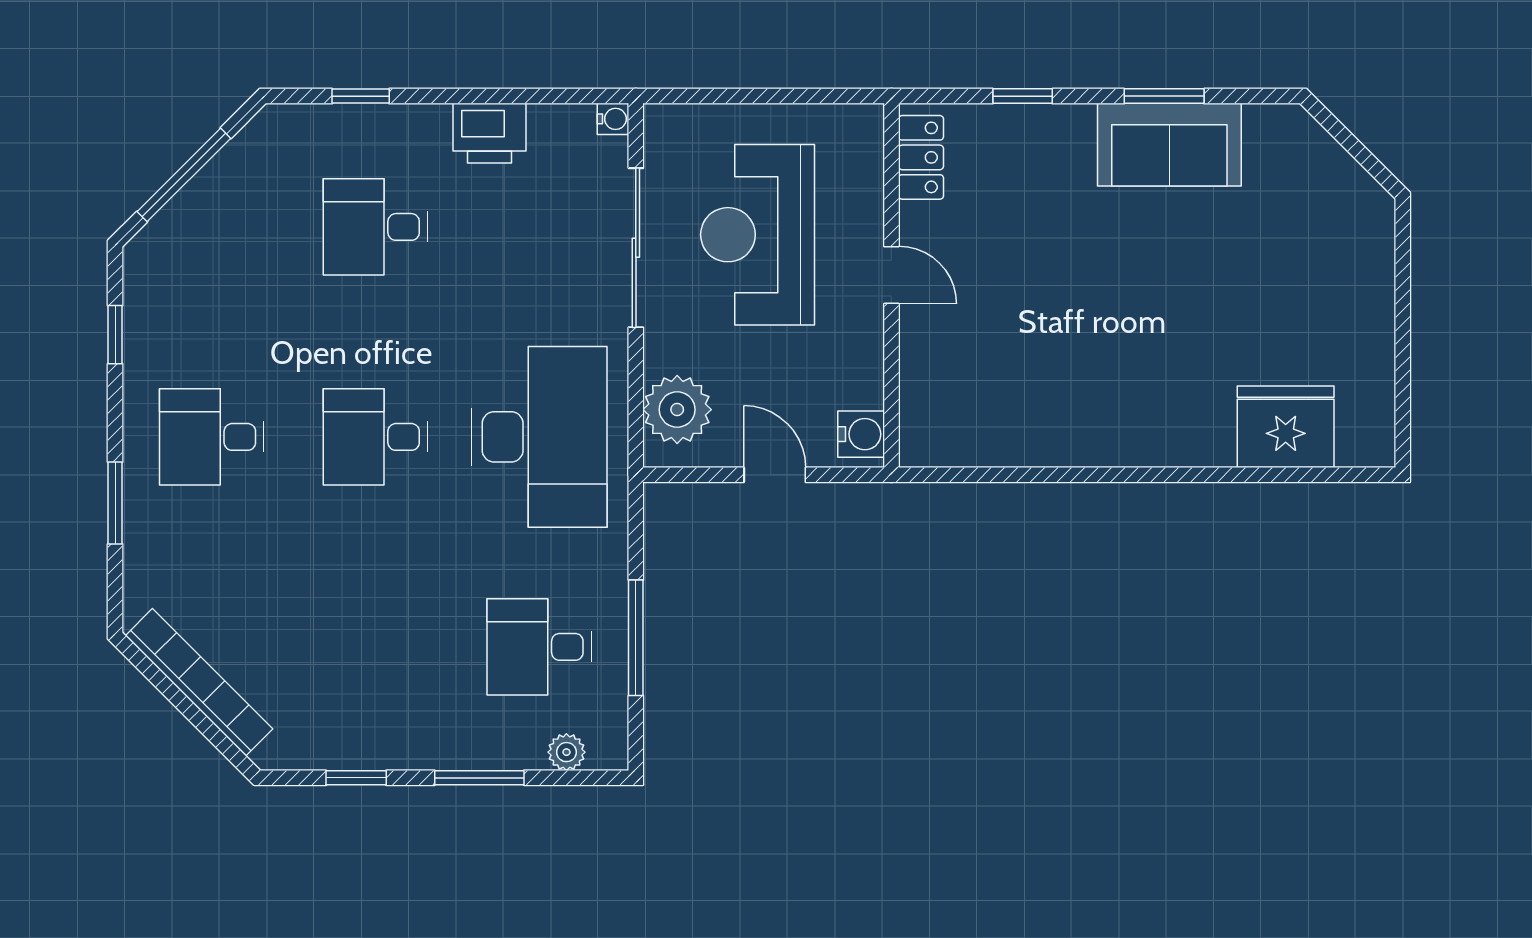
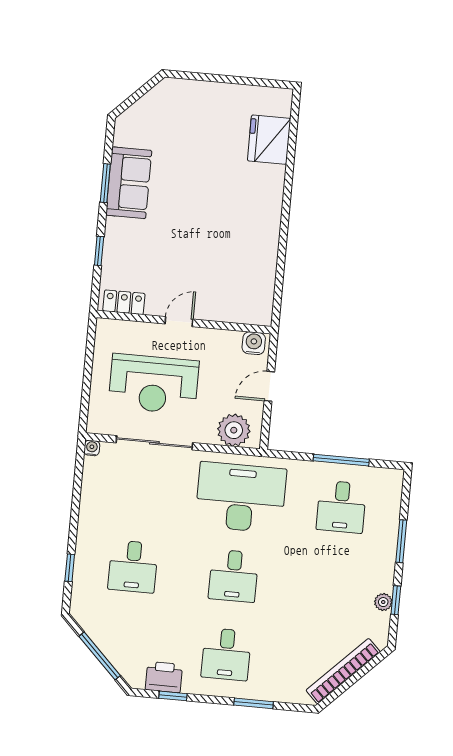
printer: (490, 133) -> (164, 677), moved, turned -90
plant: (566, 752) -> (383, 602), moved

